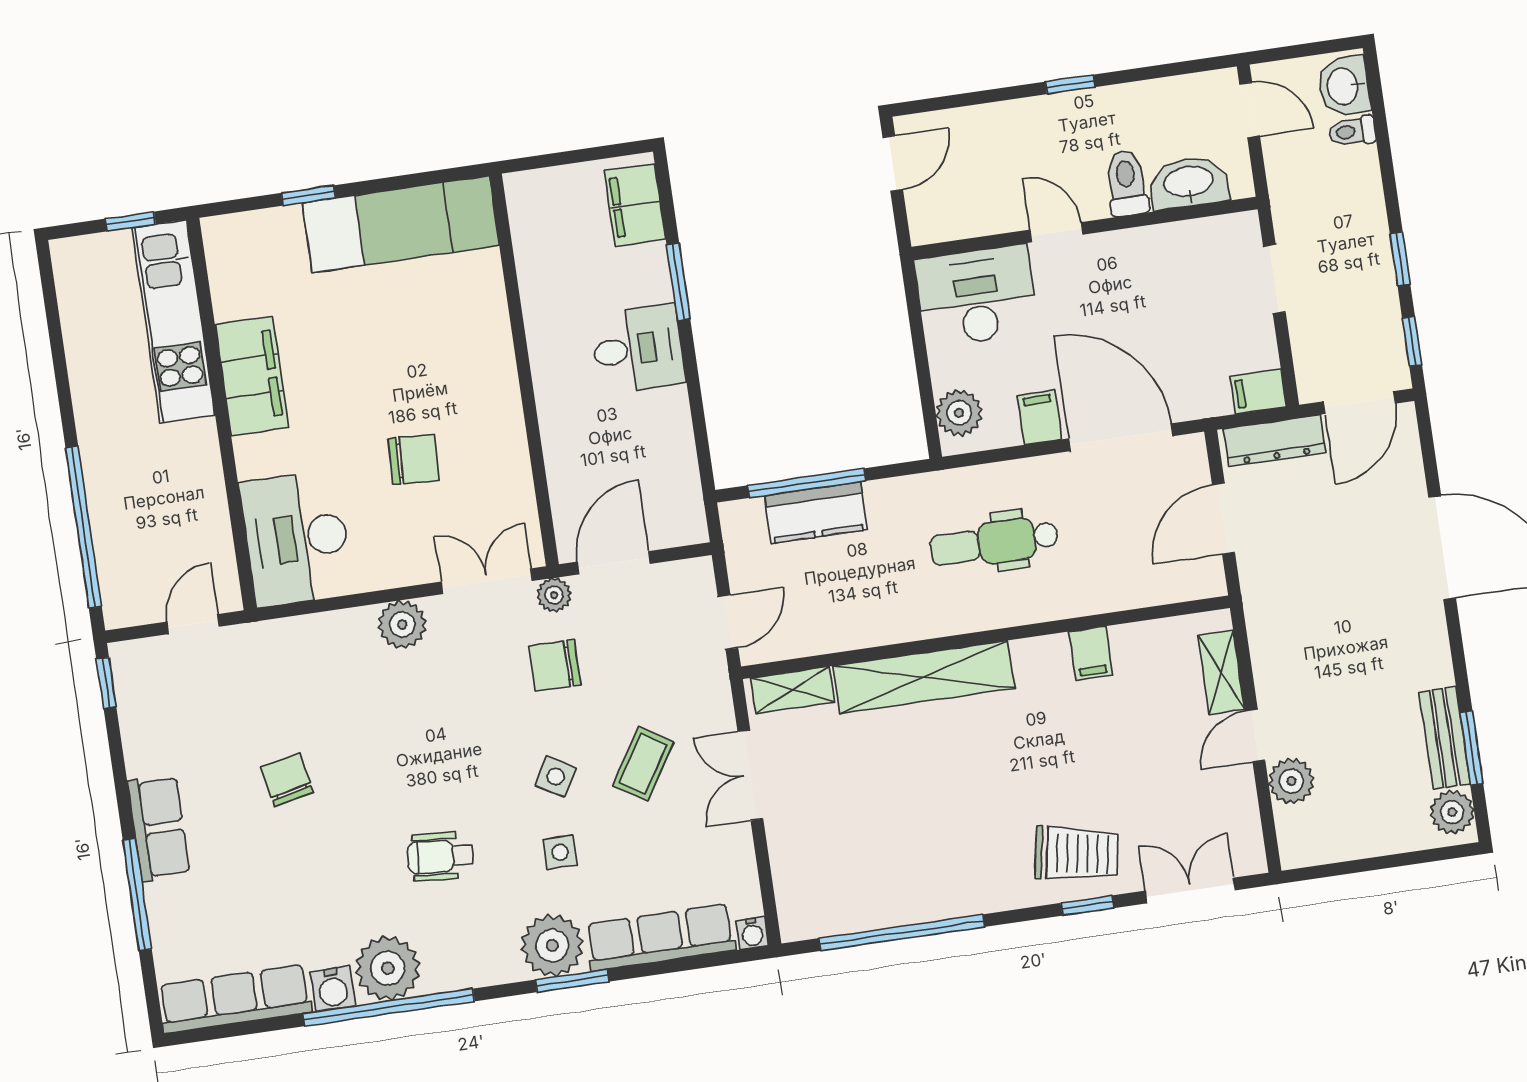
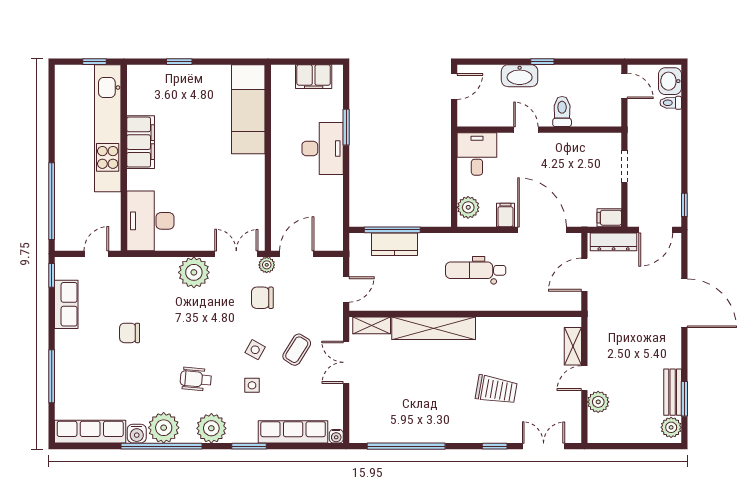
washbasin: (1189, 183) -> (520, 76), moved, turned 180
filing cabinet: (635, 205) -> (314, 77), moved, turned -90
exam couch: (401, 224) -> (248, 109), moved, turned 90
window: (1400, 259) -> (684, 166), removed
desk: (977, 296) -> (477, 154), width x0.73
kitchen unit: (173, 321) -> (108, 128), width x1.36
desk: (638, 349) -> (323, 148), width x1.37
chair: (414, 459) -> (210, 192), removed
plant: (402, 624) -> (194, 272), width x1.36, depth x1.36
filing cabinet: (1091, 653) -> (513, 329), removed
chair: (287, 780) -> (130, 333), turned -78
row of seats: (159, 828) -> (66, 304), moved
trolley: (1077, 853) -> (496, 390), moved
plant: (552, 945) -> (211, 428), moved

